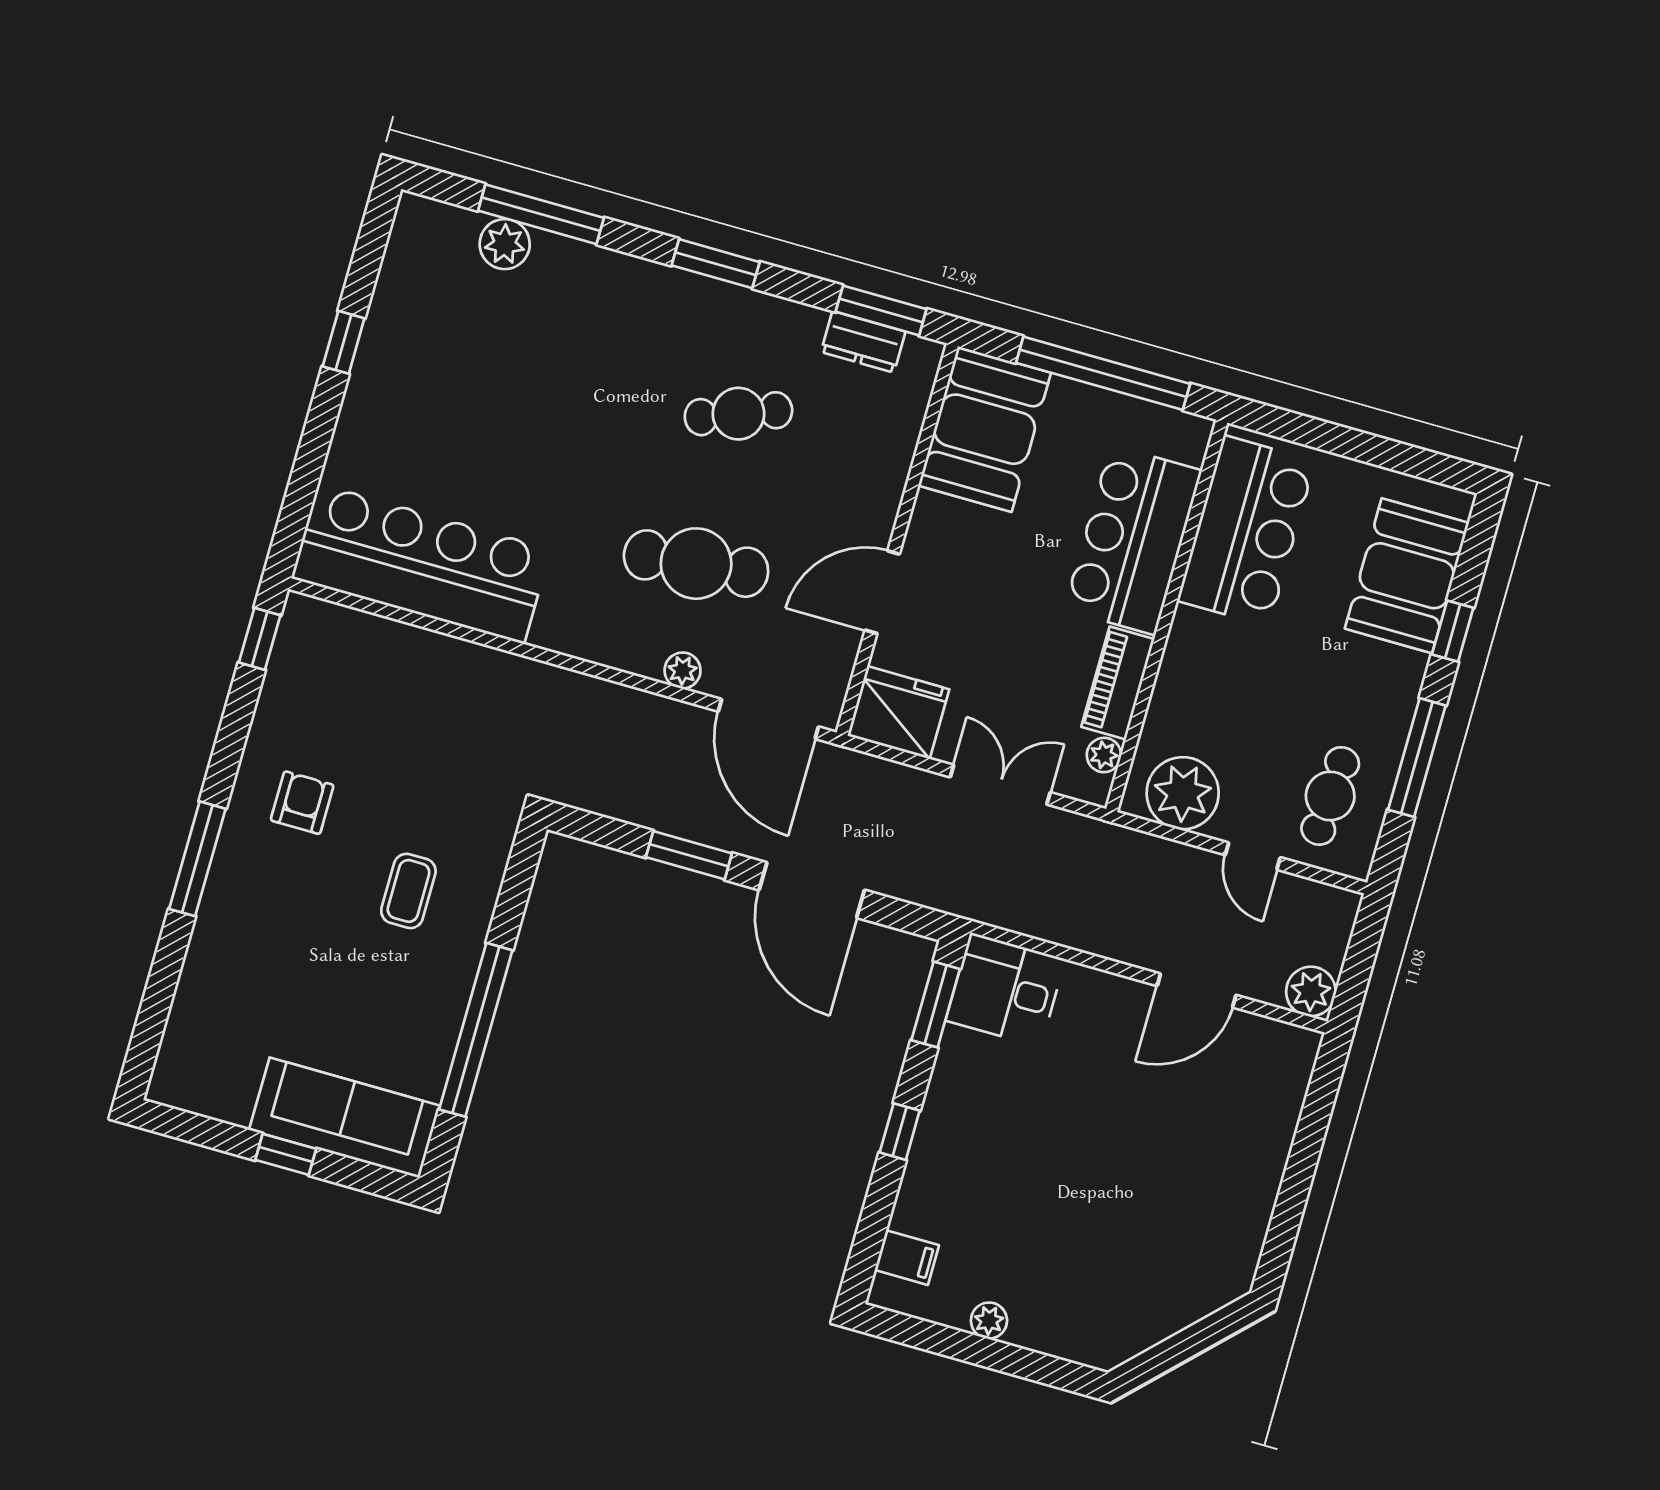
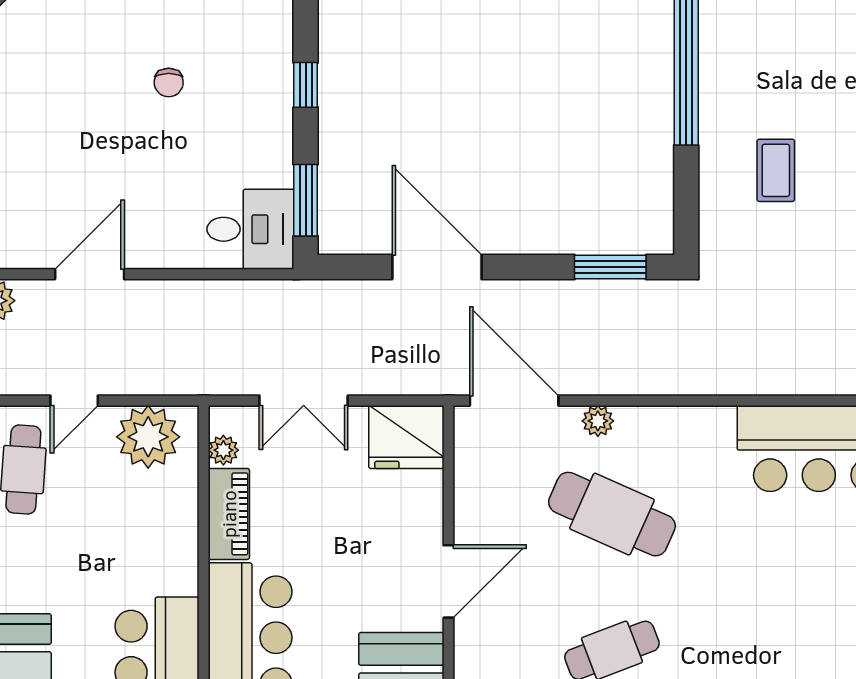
cafe table: (696, 564) -> (612, 514), turned 30
door: (882, 592) -> (449, 581), moved
window: (689, 855) -> (610, 267), moved
door: (1253, 856) -> (74, 401), swing flipped
chair: (1050, 1177) -> (169, 83), added

